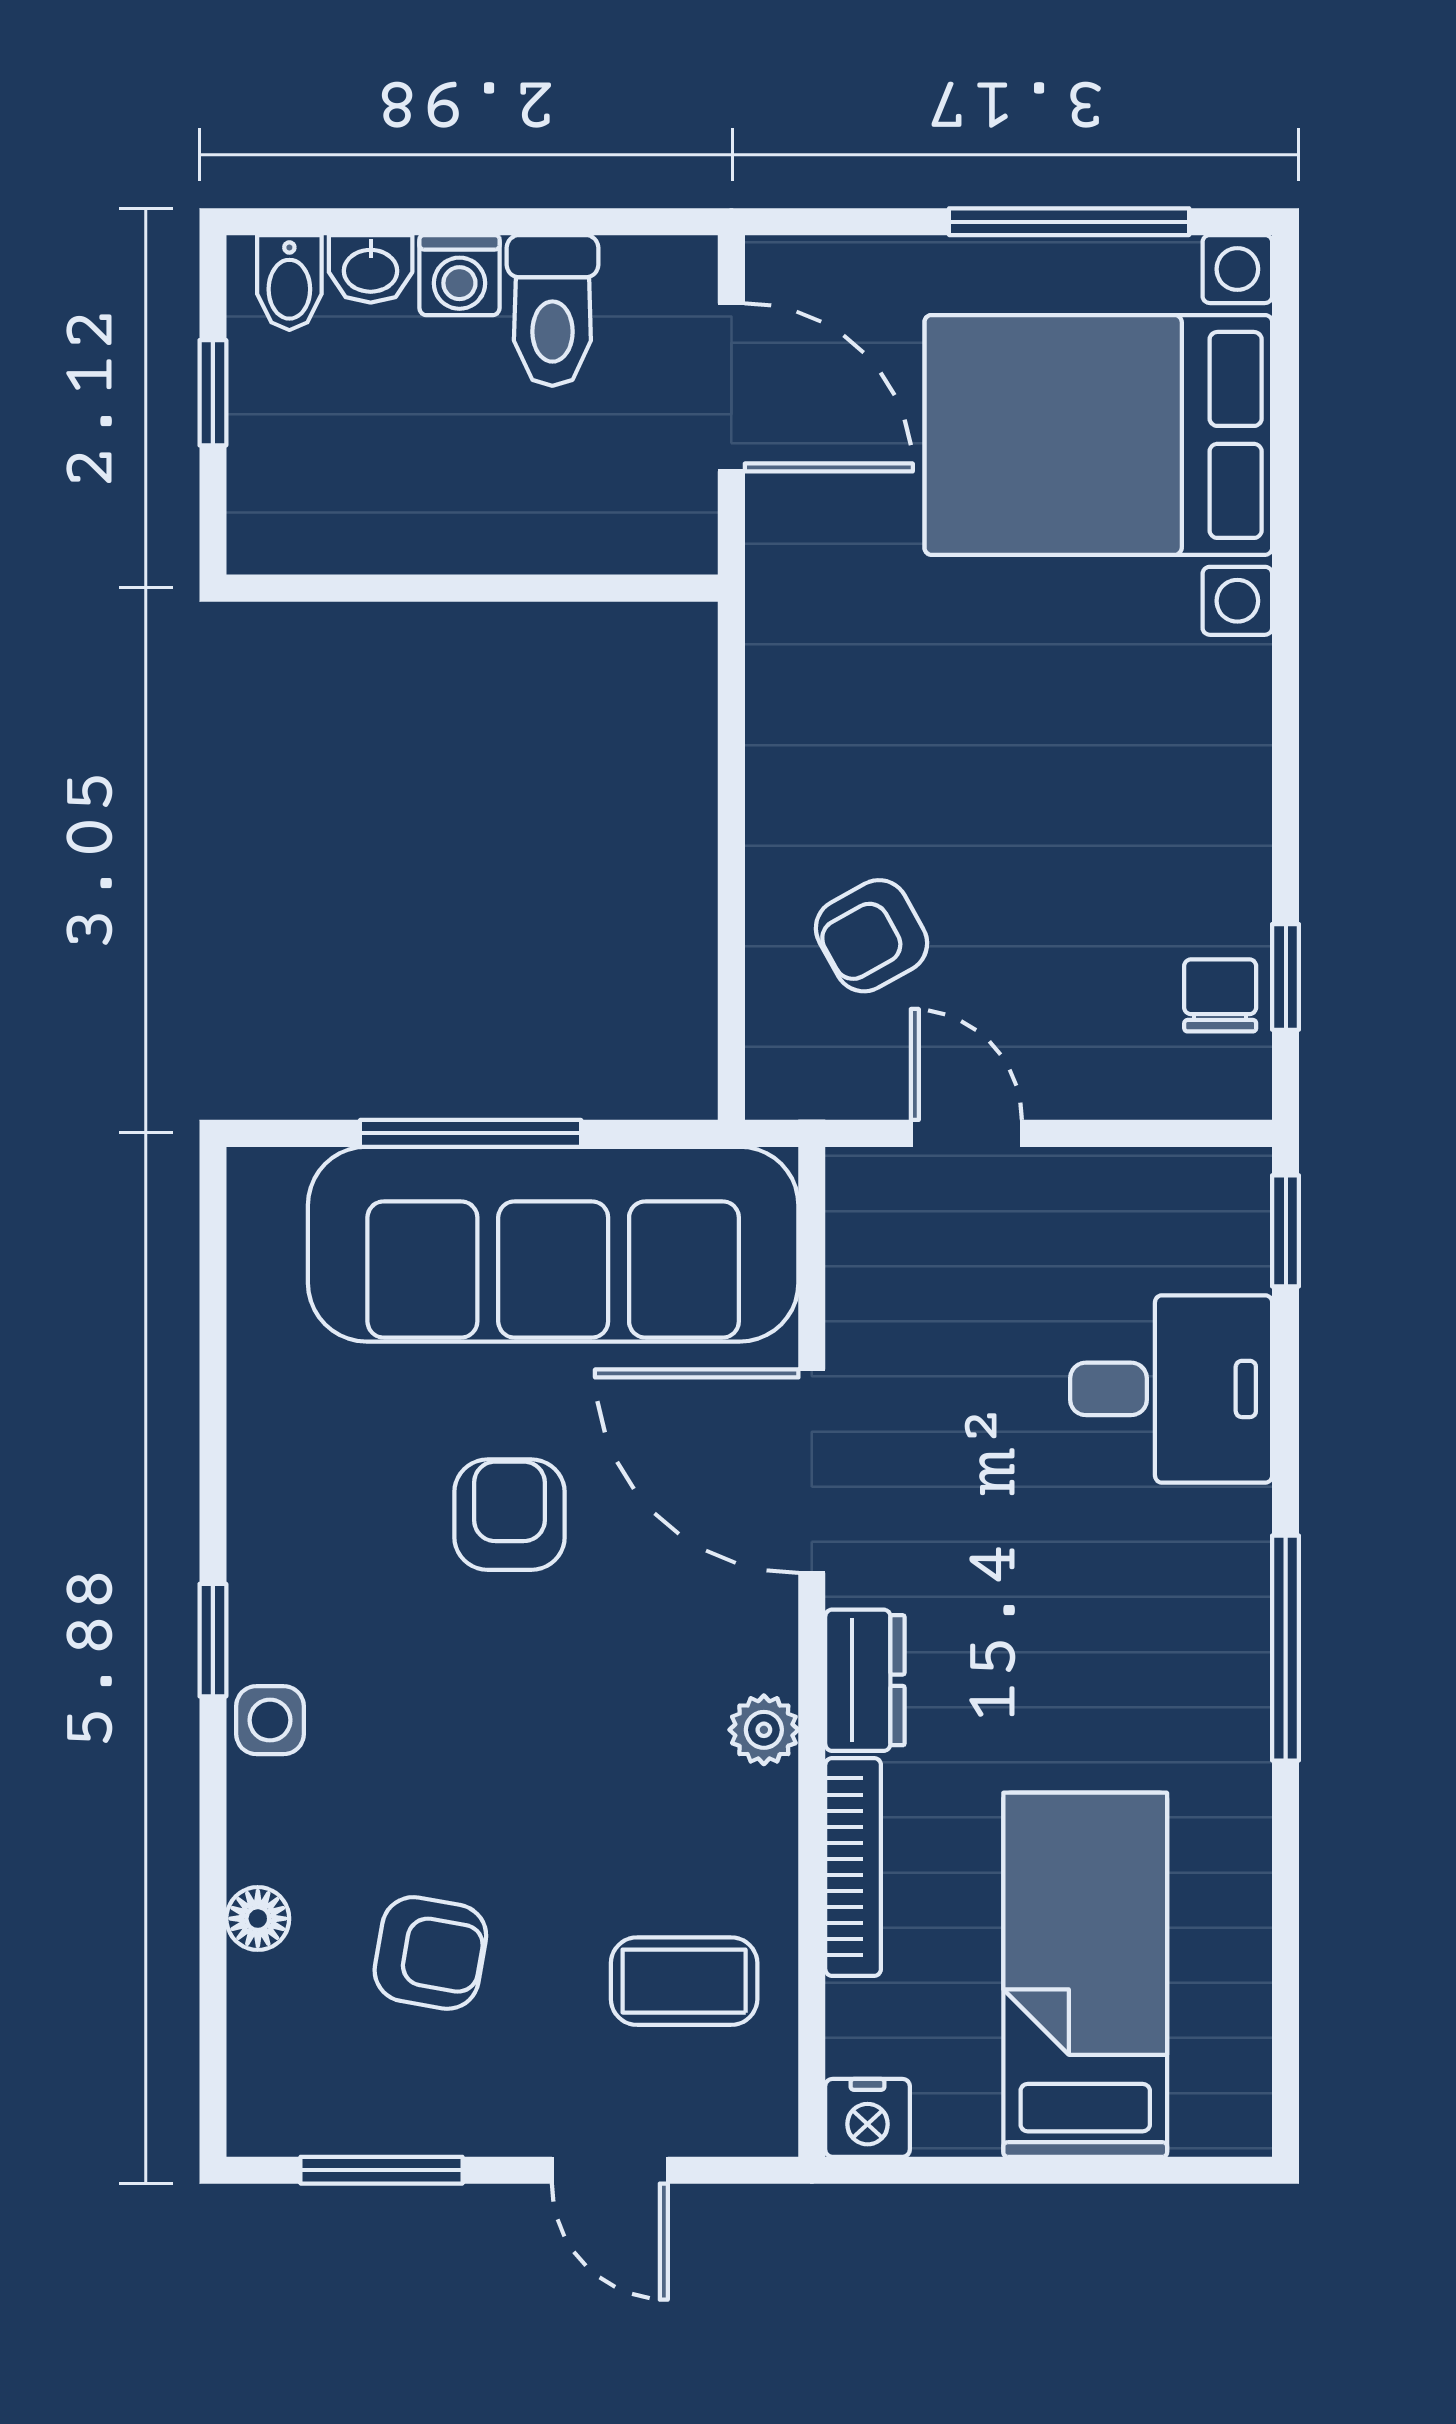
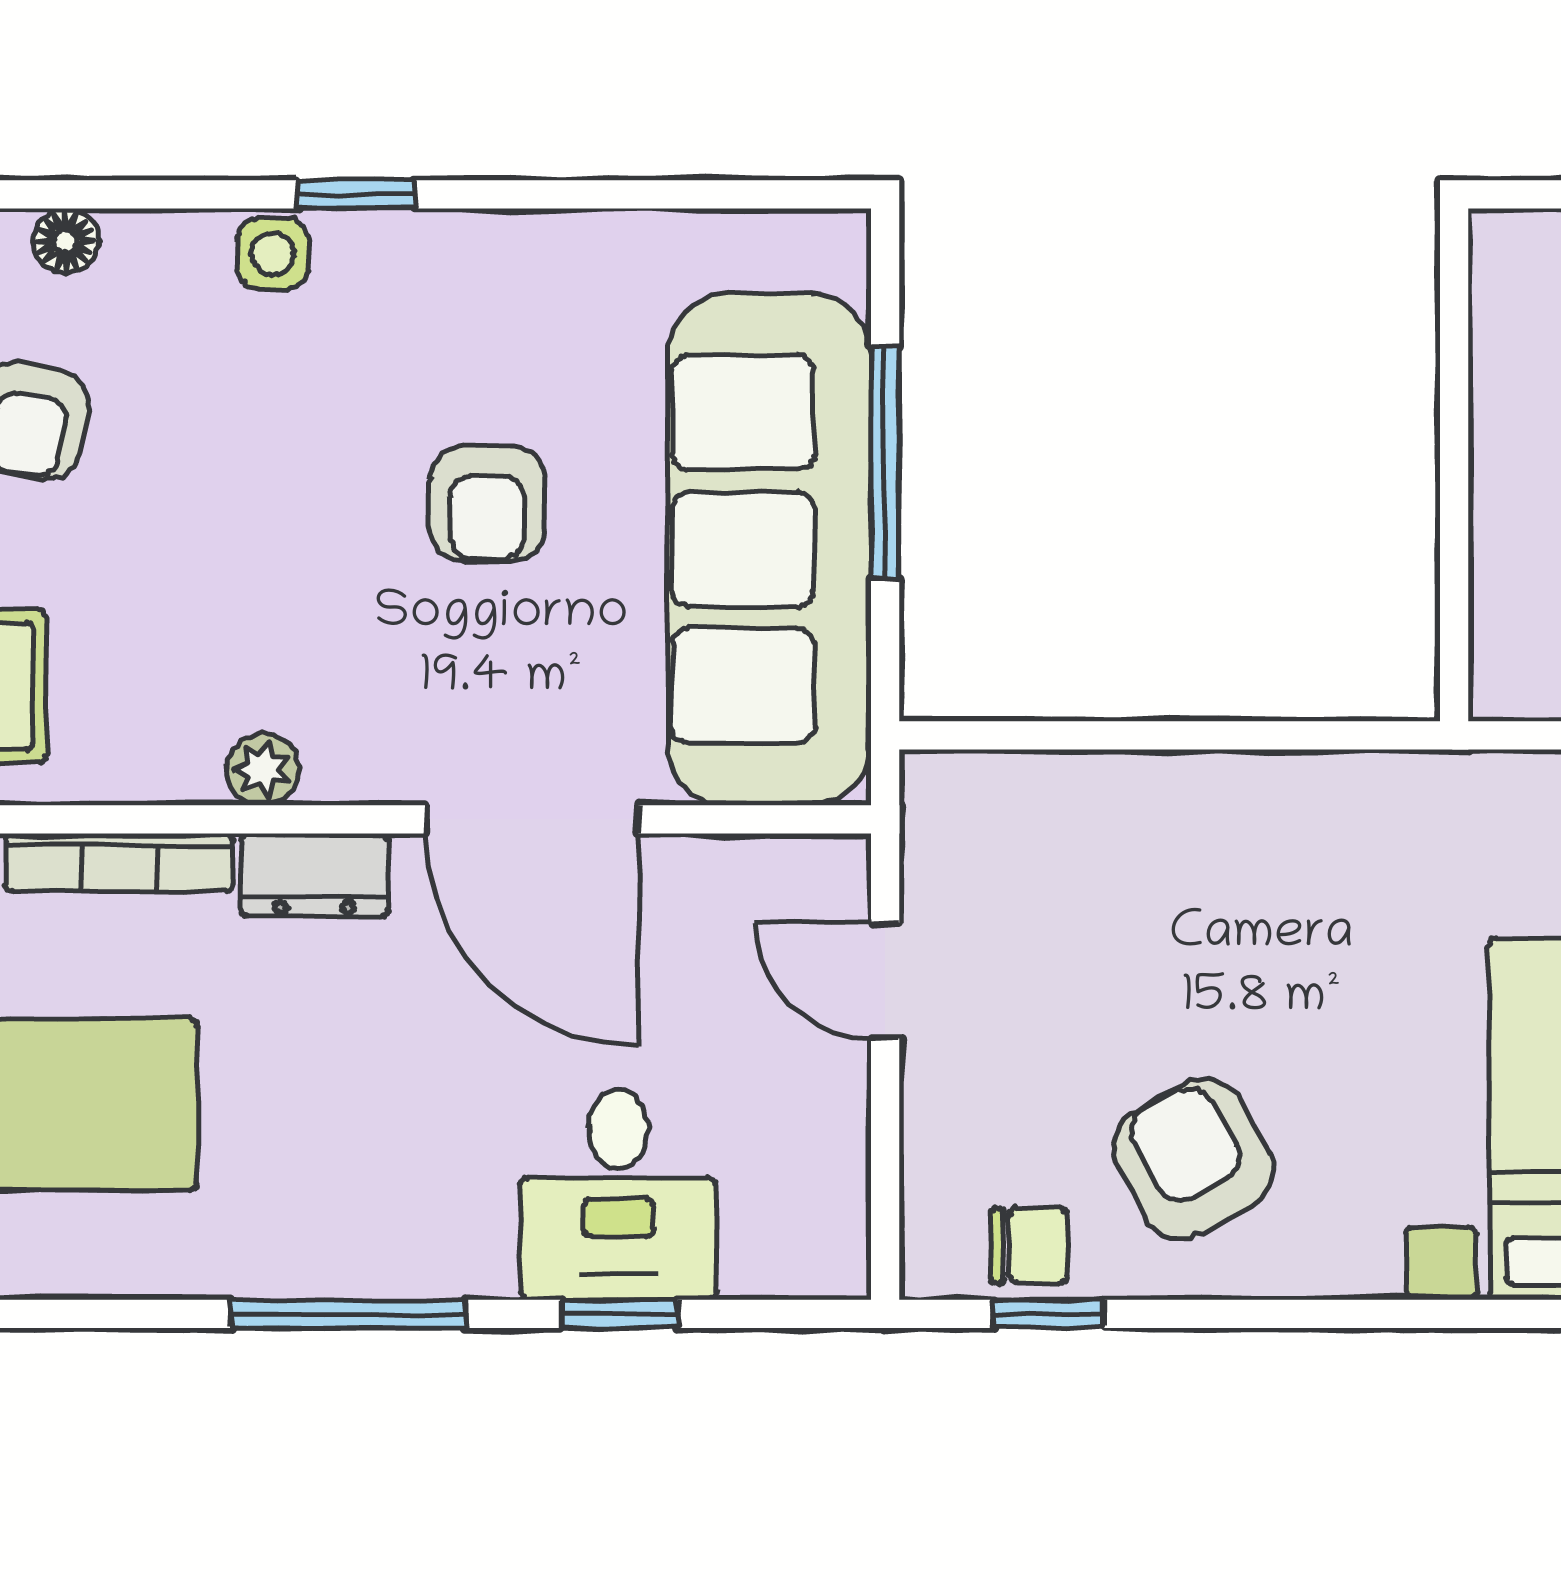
armchair: (871, 936) -> (1193, 1159), moved, width x1.38, depth x1.38
door: (966, 1133) -> (885, 981), swing flipped
window: (1286, 1231) -> (619, 1314), moved
door: (812, 1471) -> (533, 819), swing flipped
armchair: (509, 1515) -> (487, 504), turned 90

